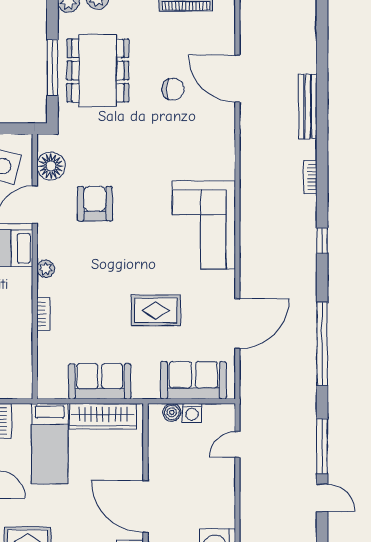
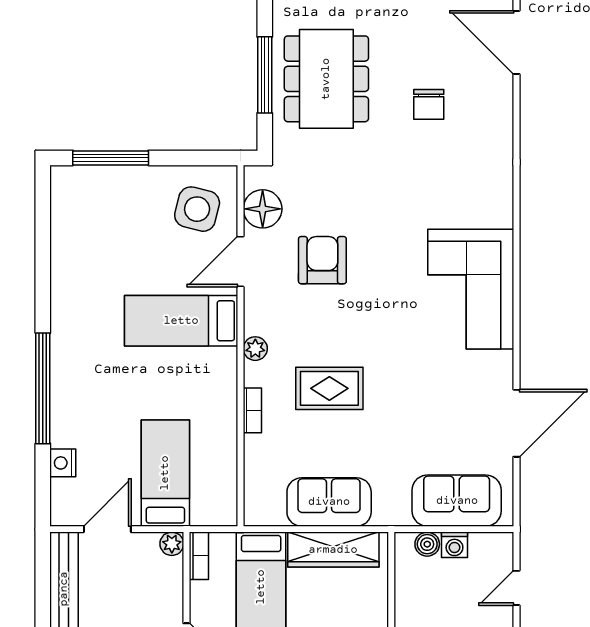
door: (237, 79) -> (516, 42), moved
chair: (173, 89) -> (429, 104), turned 90
rug: (156, 310) -> (329, 388), moved

